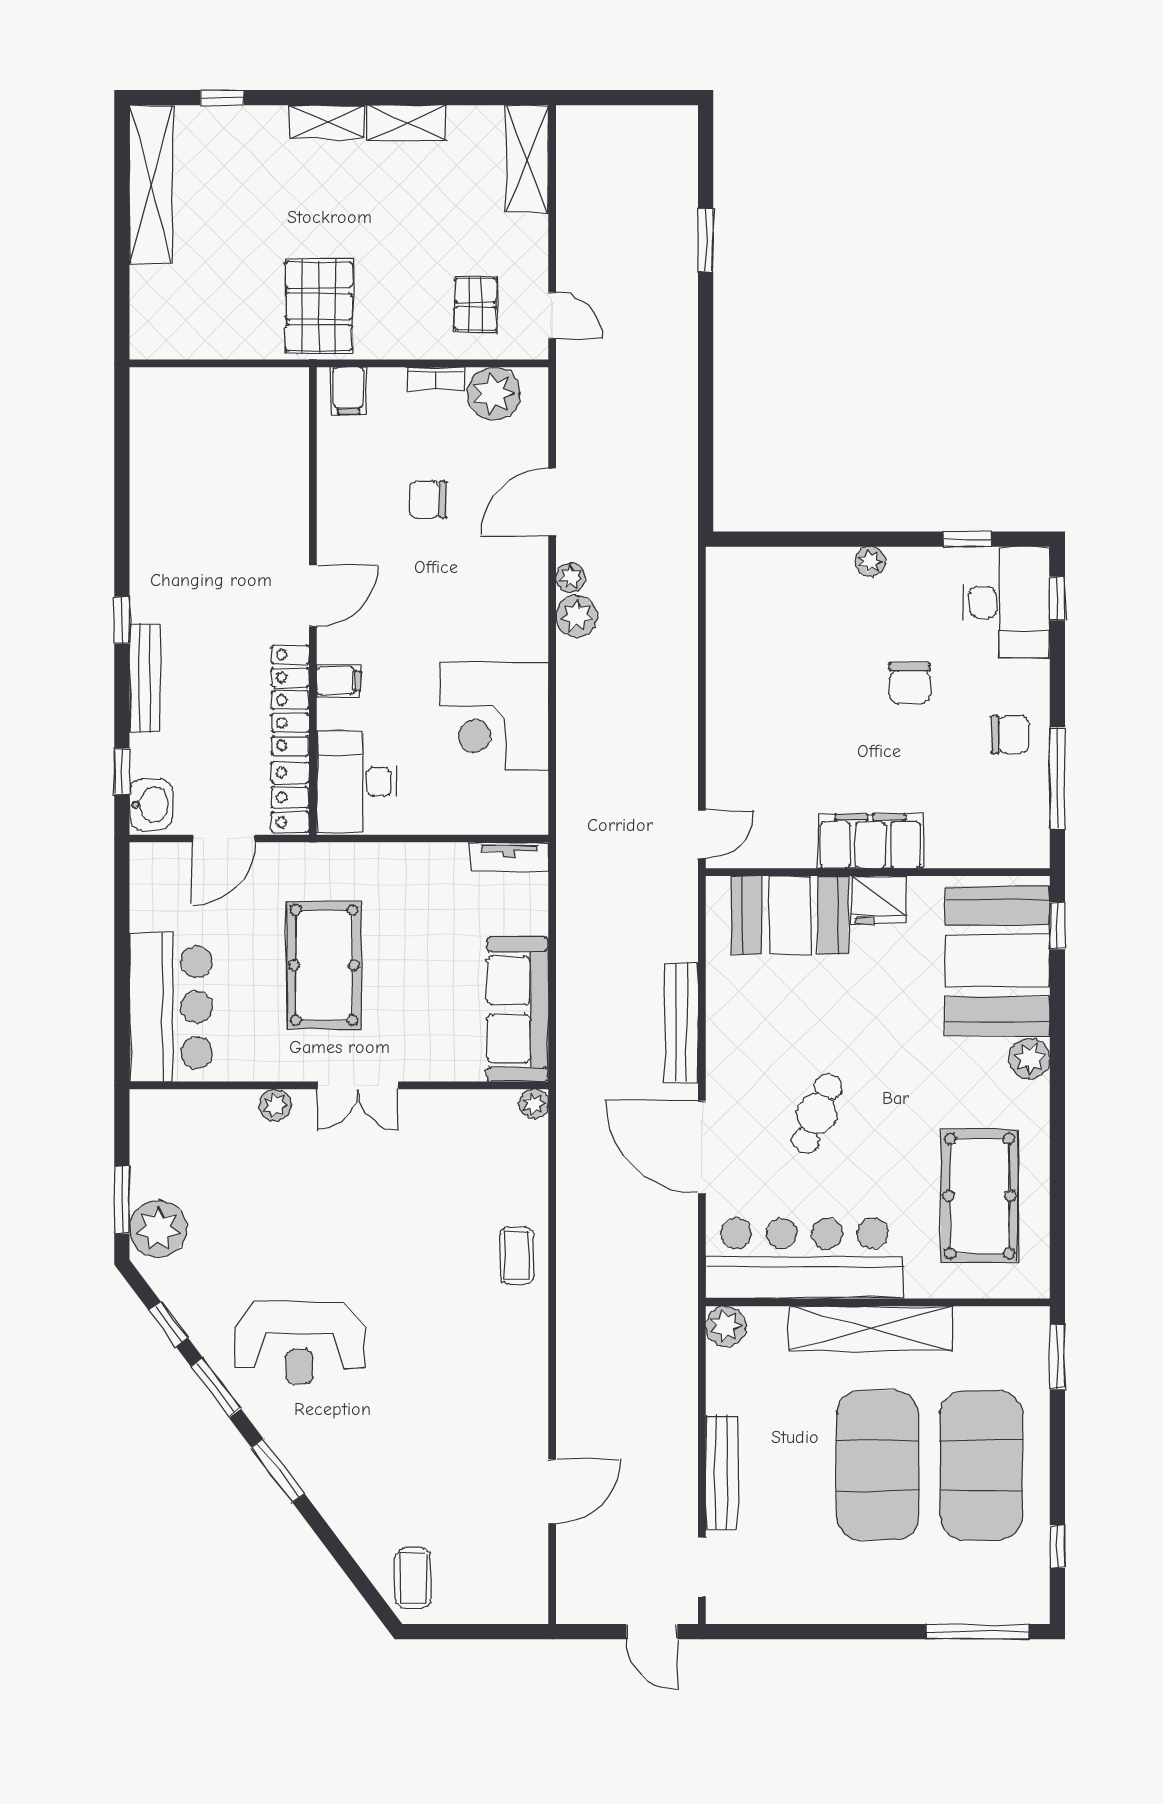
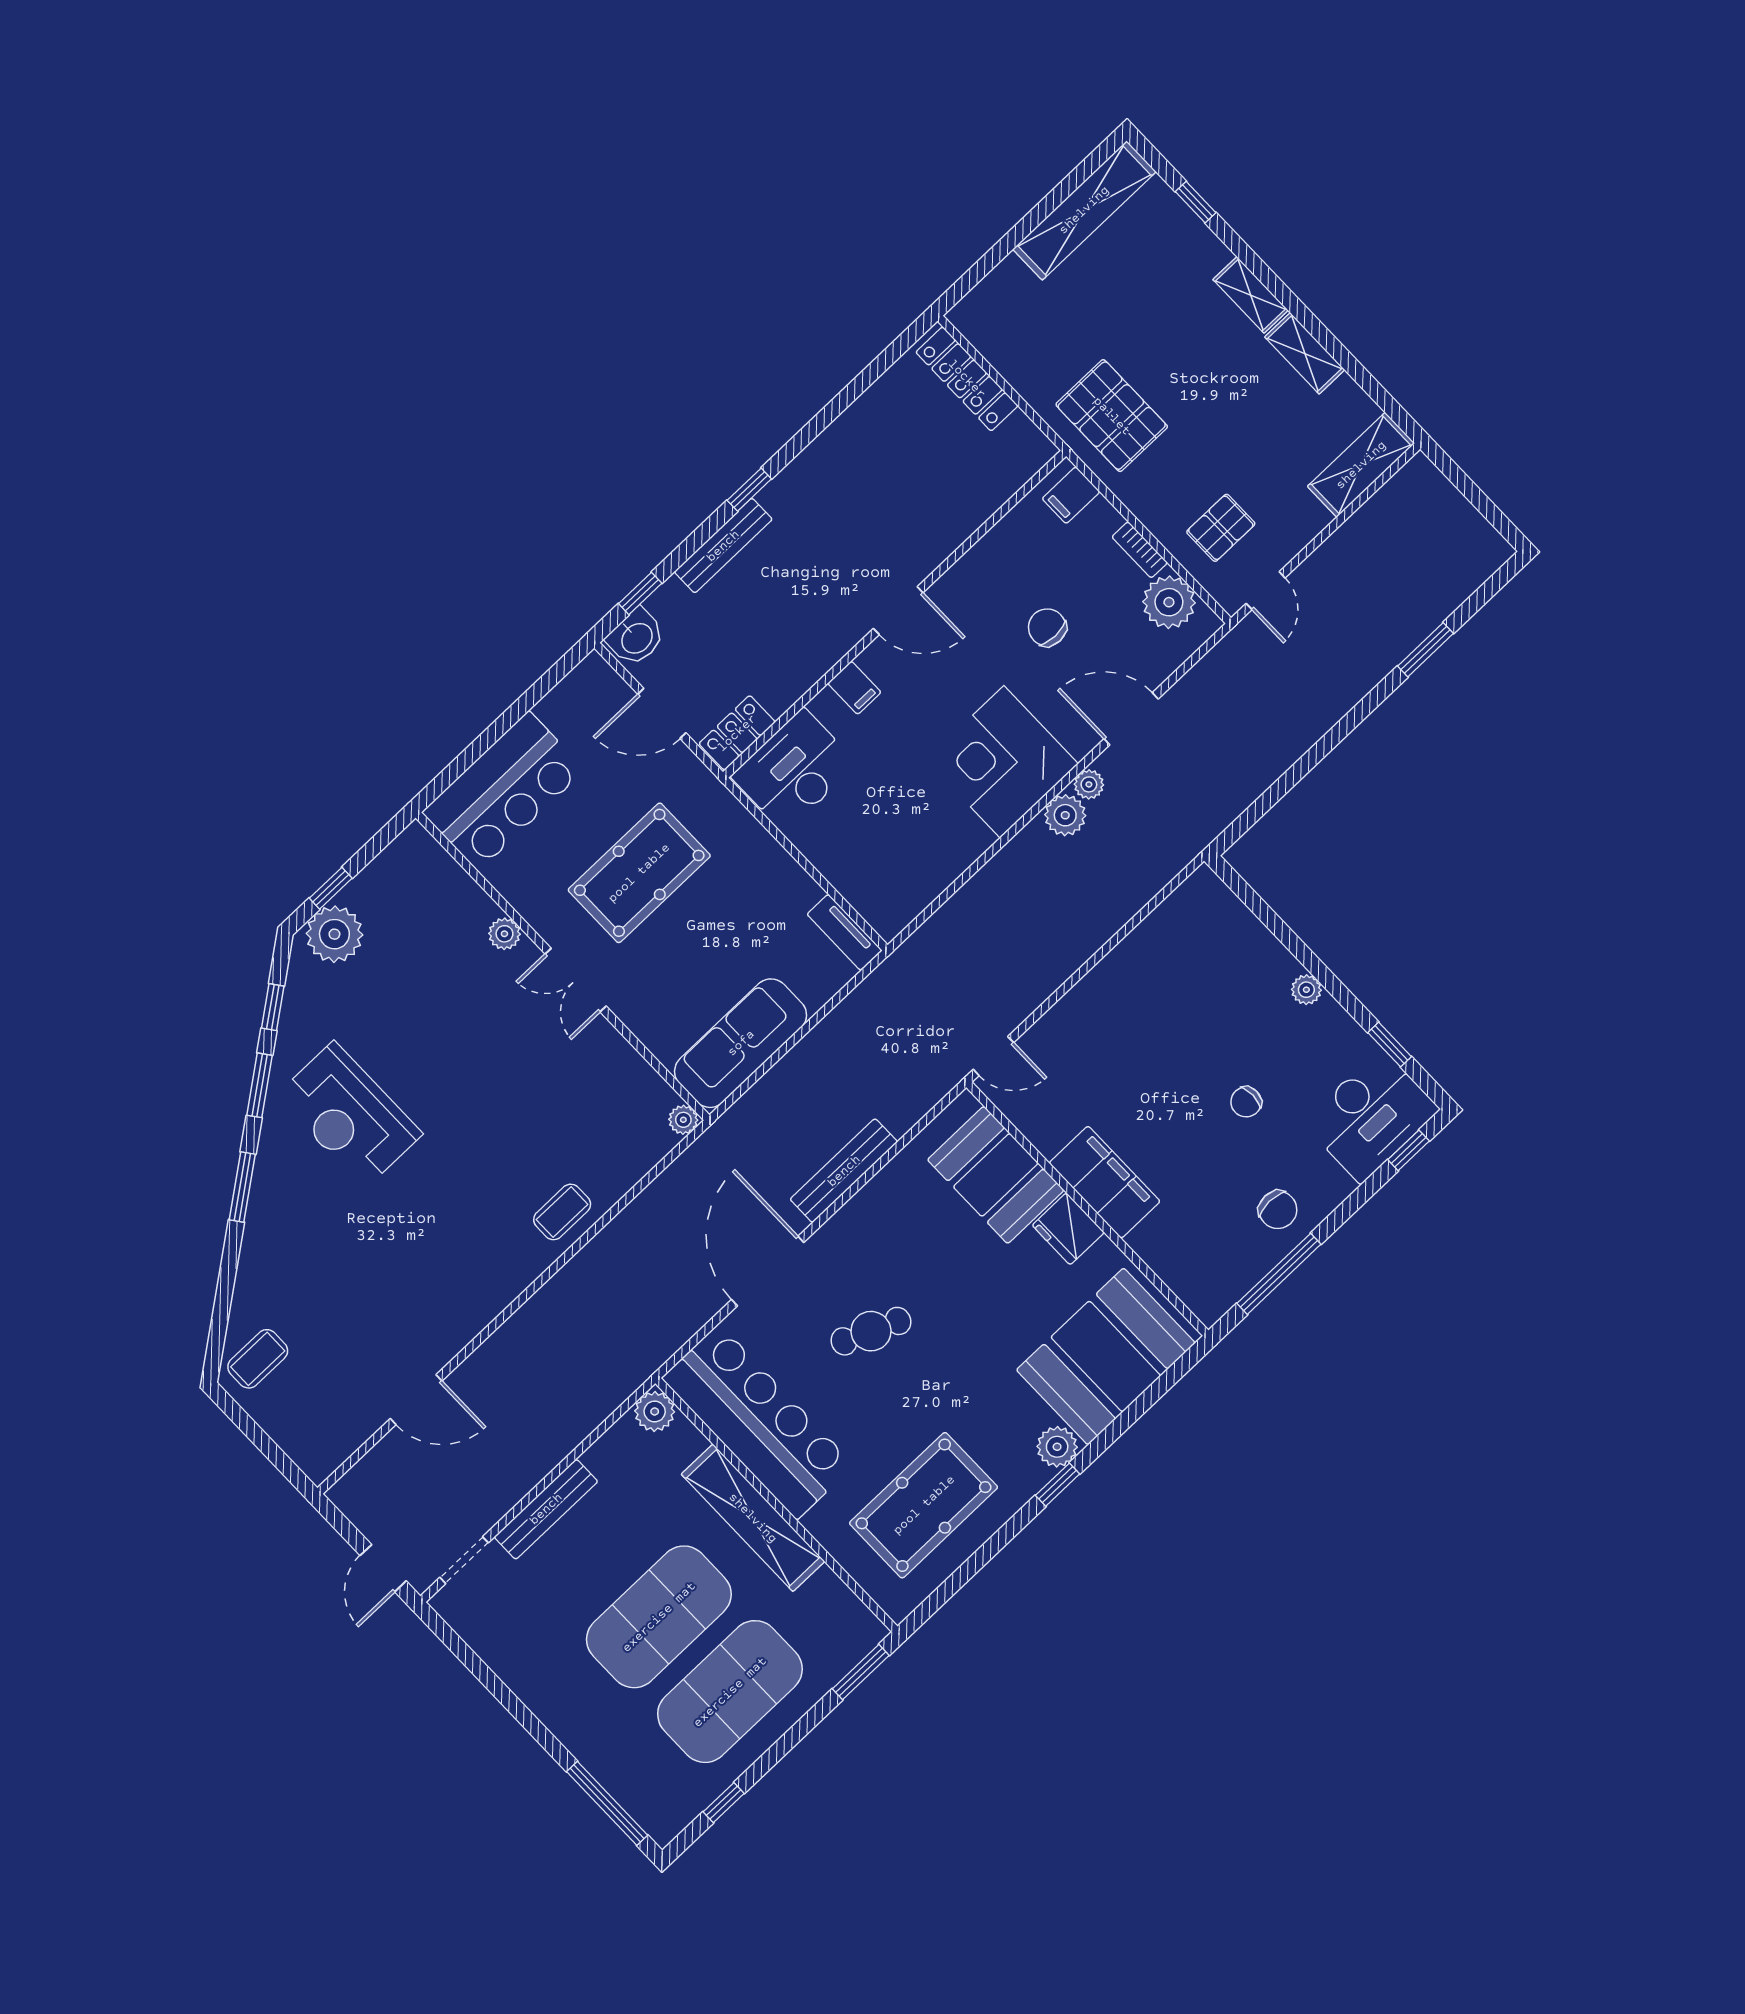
pallet: (319, 306) -> (1112, 416), turned 90
chair: (910, 683) -> (1246, 1102), width x0.73, depth x0.73
locker: (290, 700) -> (967, 379), moved, turned -90
corner desk: (494, 717) -> (1002, 762), moved
window: (1057, 926) -> (1058, 1485), moved
window: (122, 1200) -> (331, 888), width x0.67

